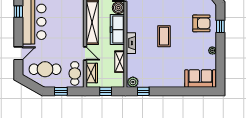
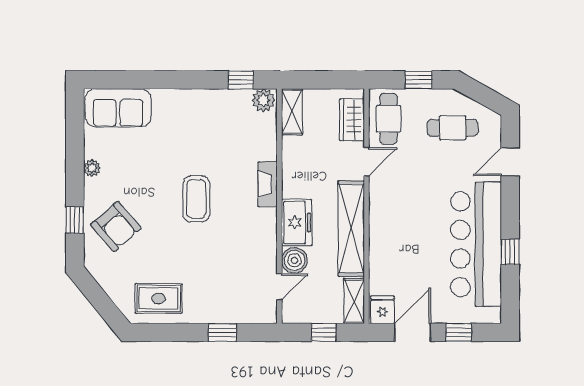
armchair: (201, 23) -> (116, 226), turned -131
freezer: (117, 30) -> (297, 222), width x0.71
door: (85, 53) -> (366, 162), swing flipped
shelving: (120, 62) -> (292, 112), moved
cafe table: (45, 69) -> (453, 128), width x0.73, depth x0.74
window: (106, 91) -> (322, 80), removed

